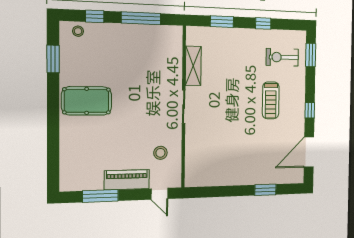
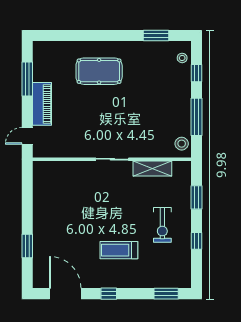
exercise bike: (282, 57) -> (162, 225), moved, turned 180
pool table: (87, 101) -> (99, 71), moved, turned 90
stool: (160, 153) -> (182, 144), moved

